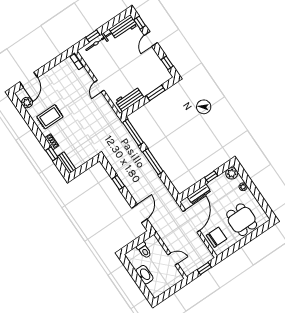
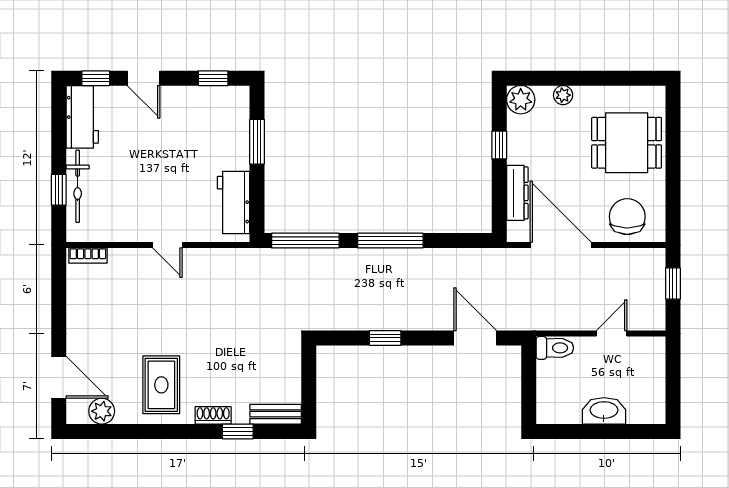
toilet: (144, 250) -> (555, 348), moved

